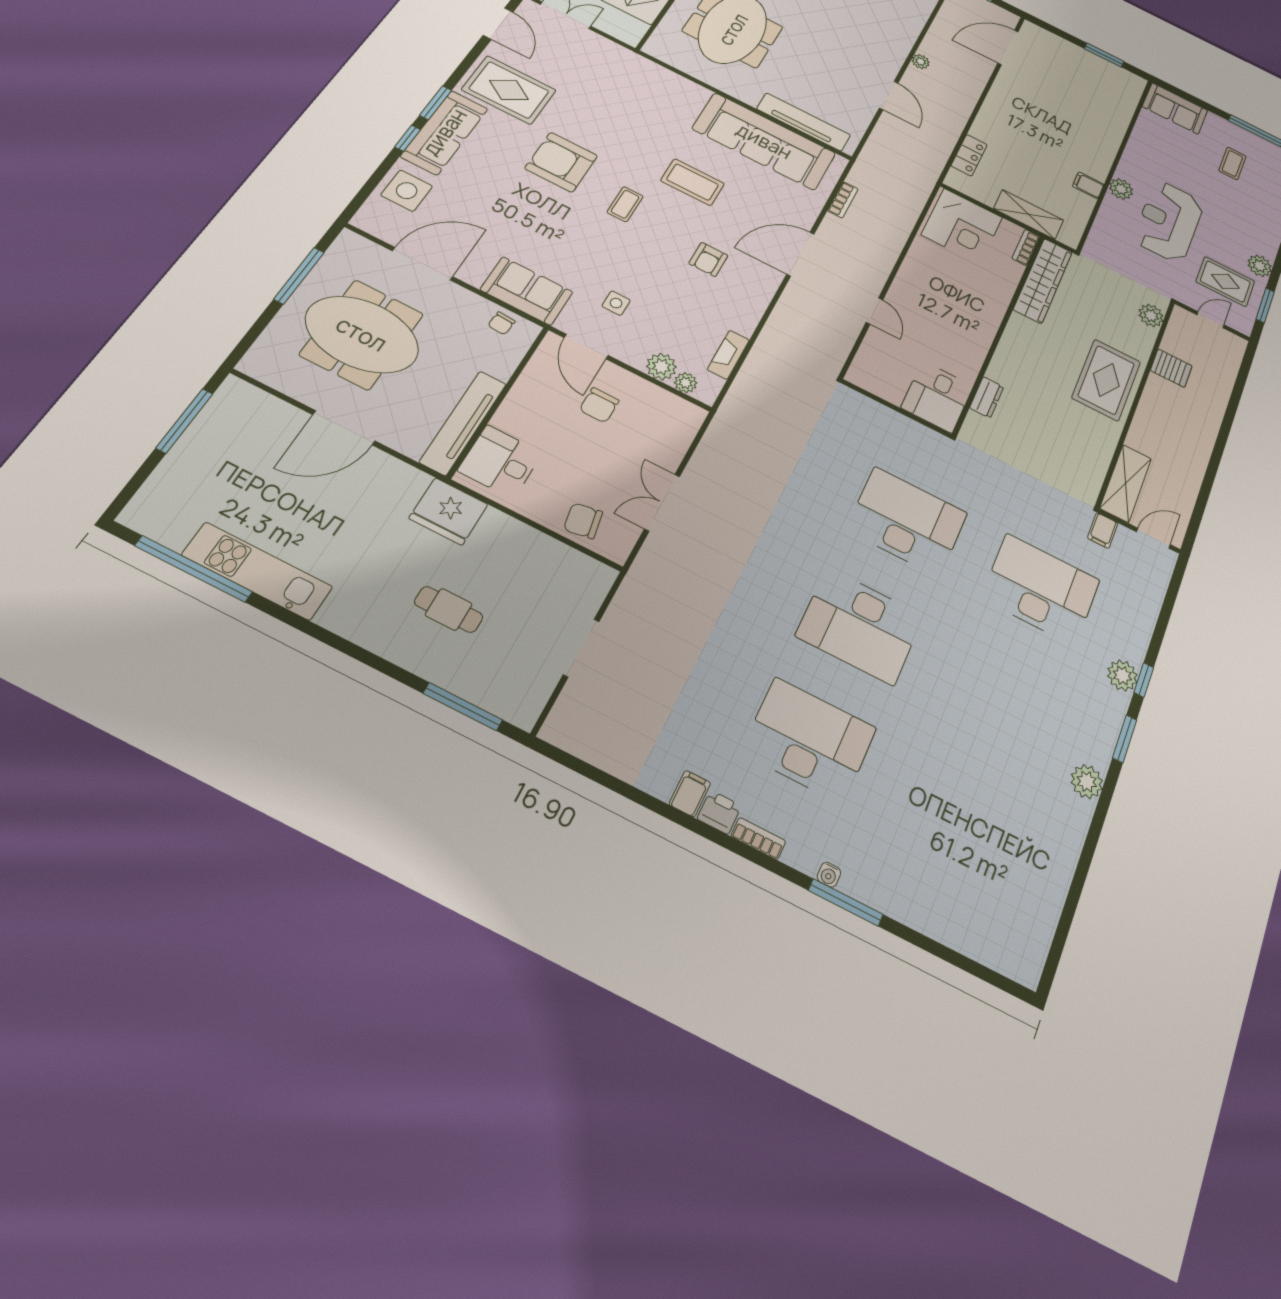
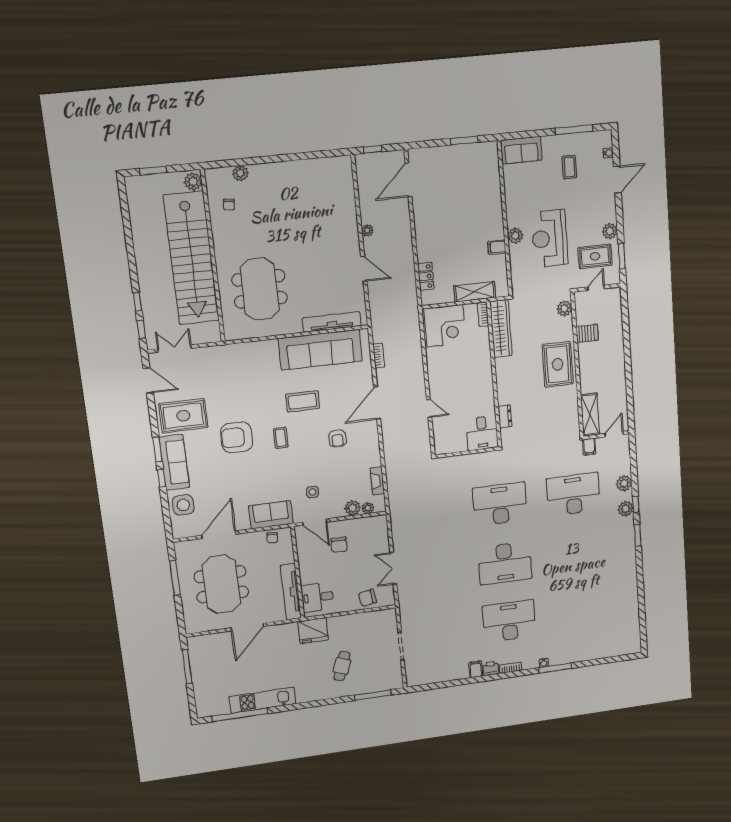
meeting table: (362, 334) -> (221, 584), turned 90
cafe table: (449, 609) -> (342, 666), turned -71
plant: (1087, 782) -> (624, 483), moved

